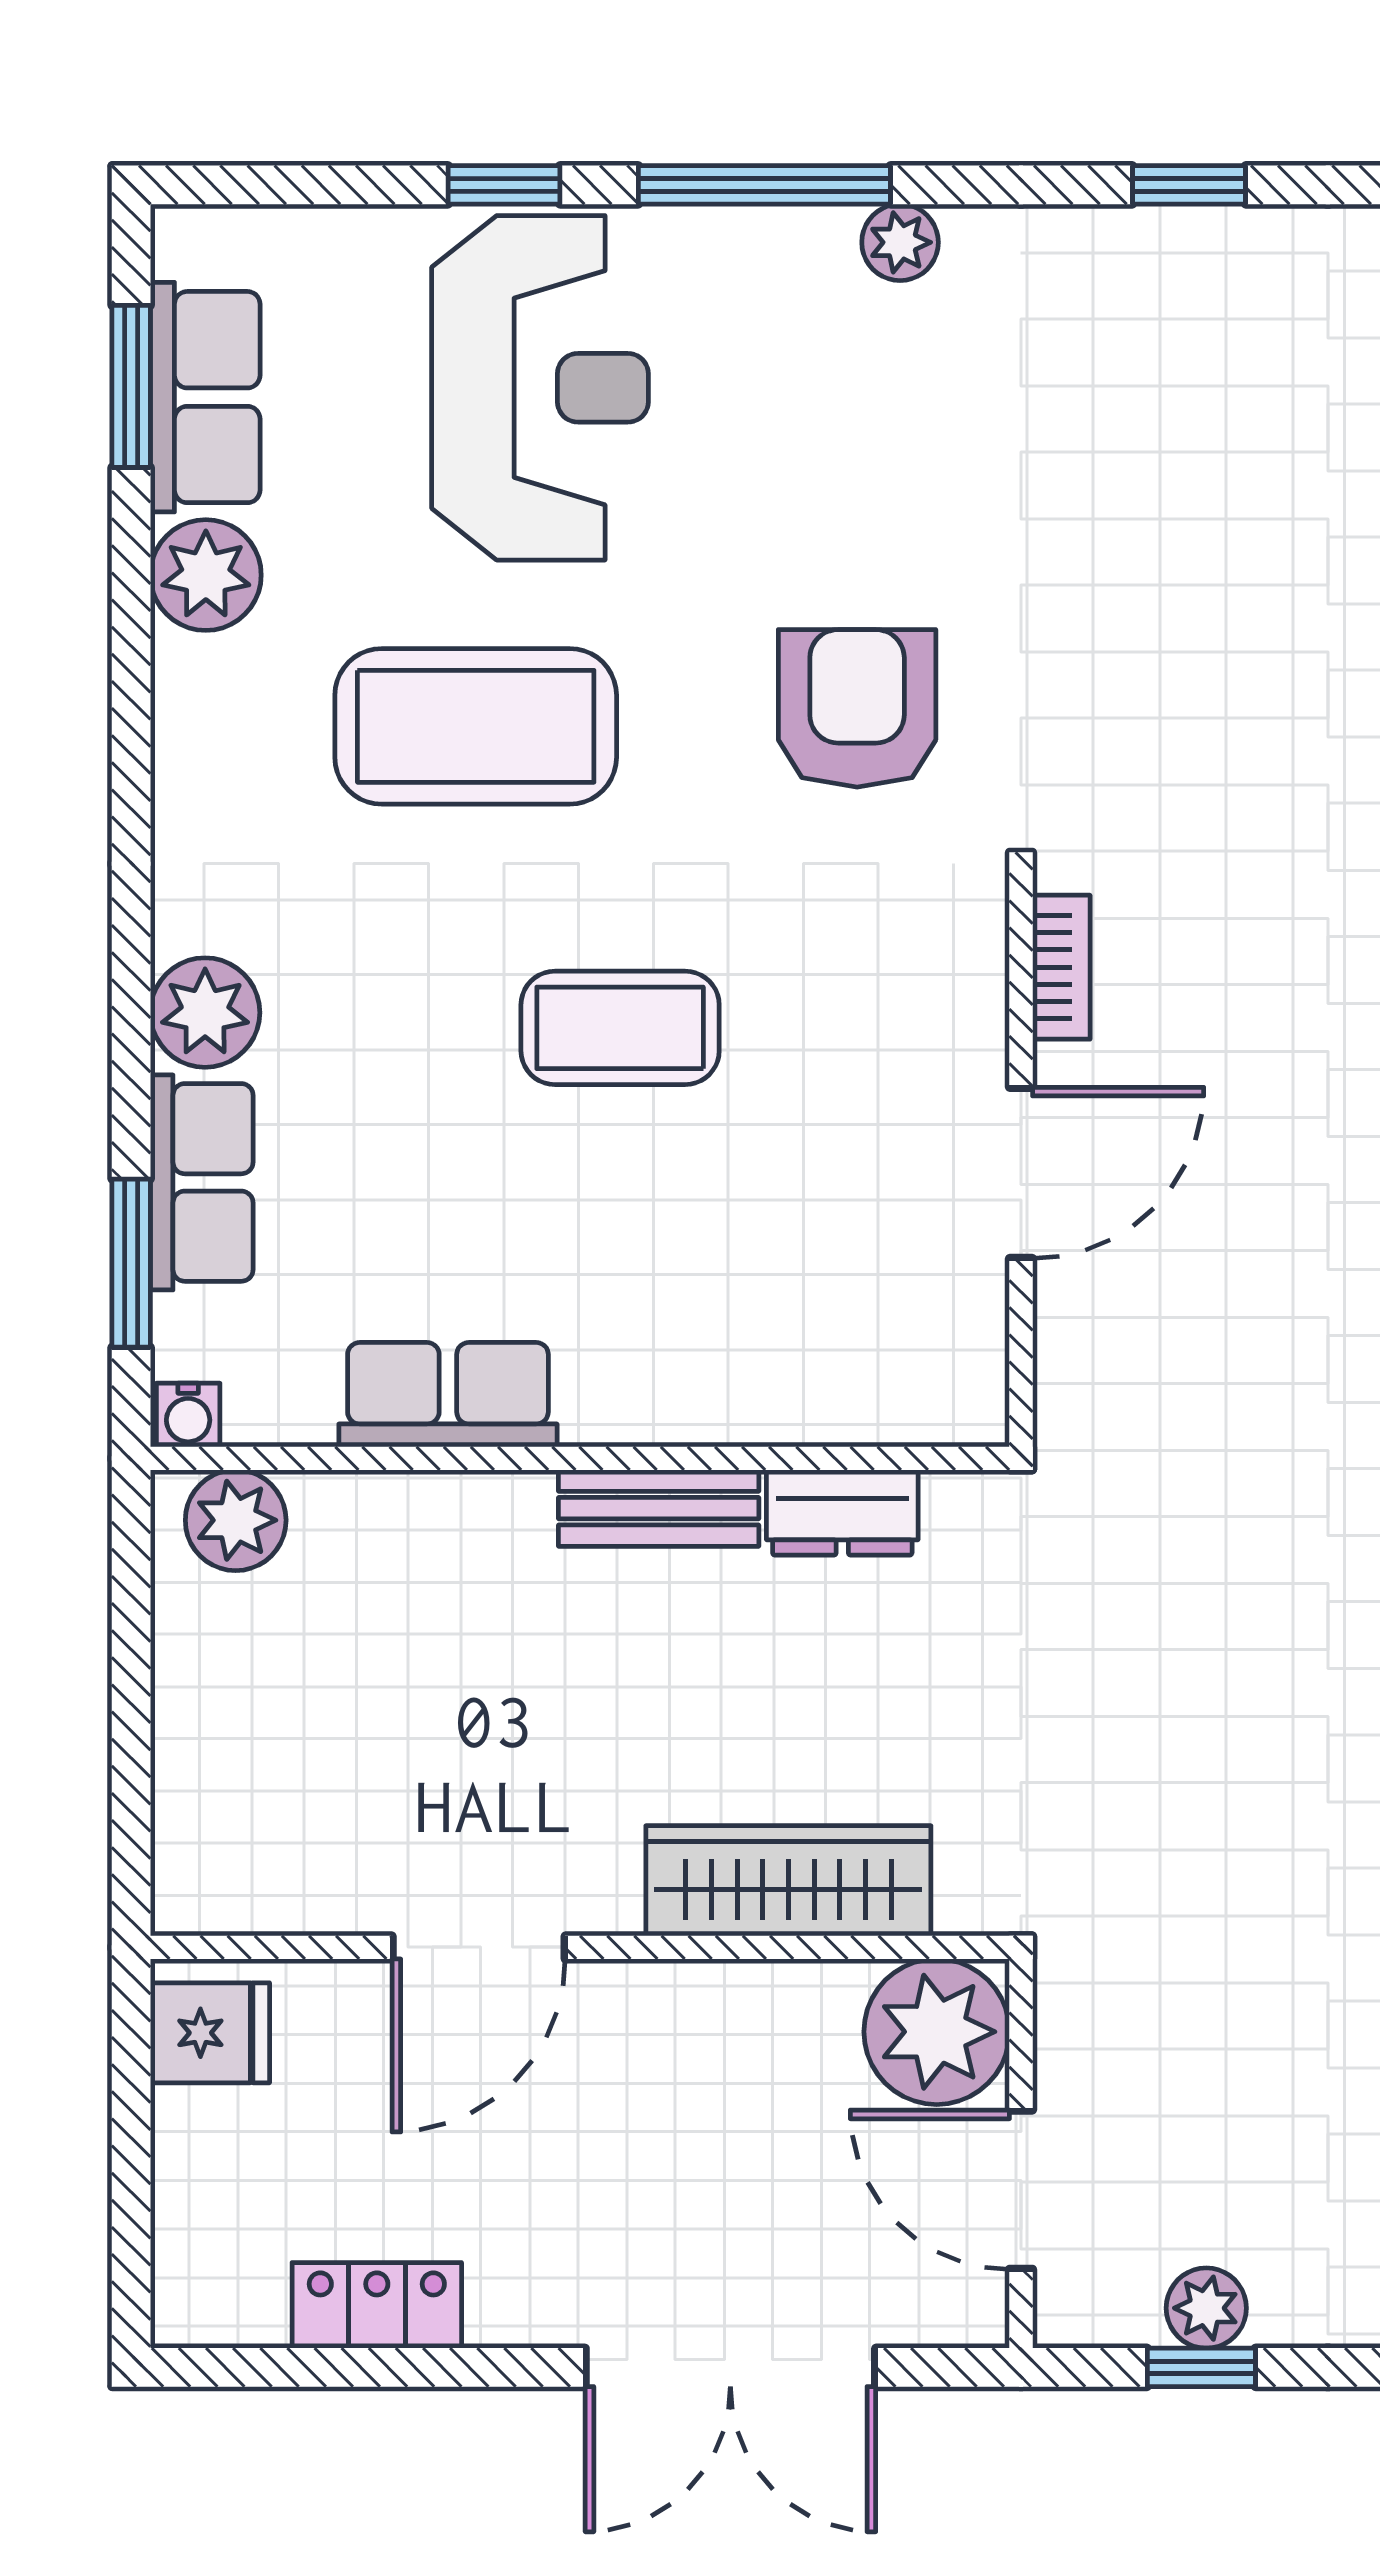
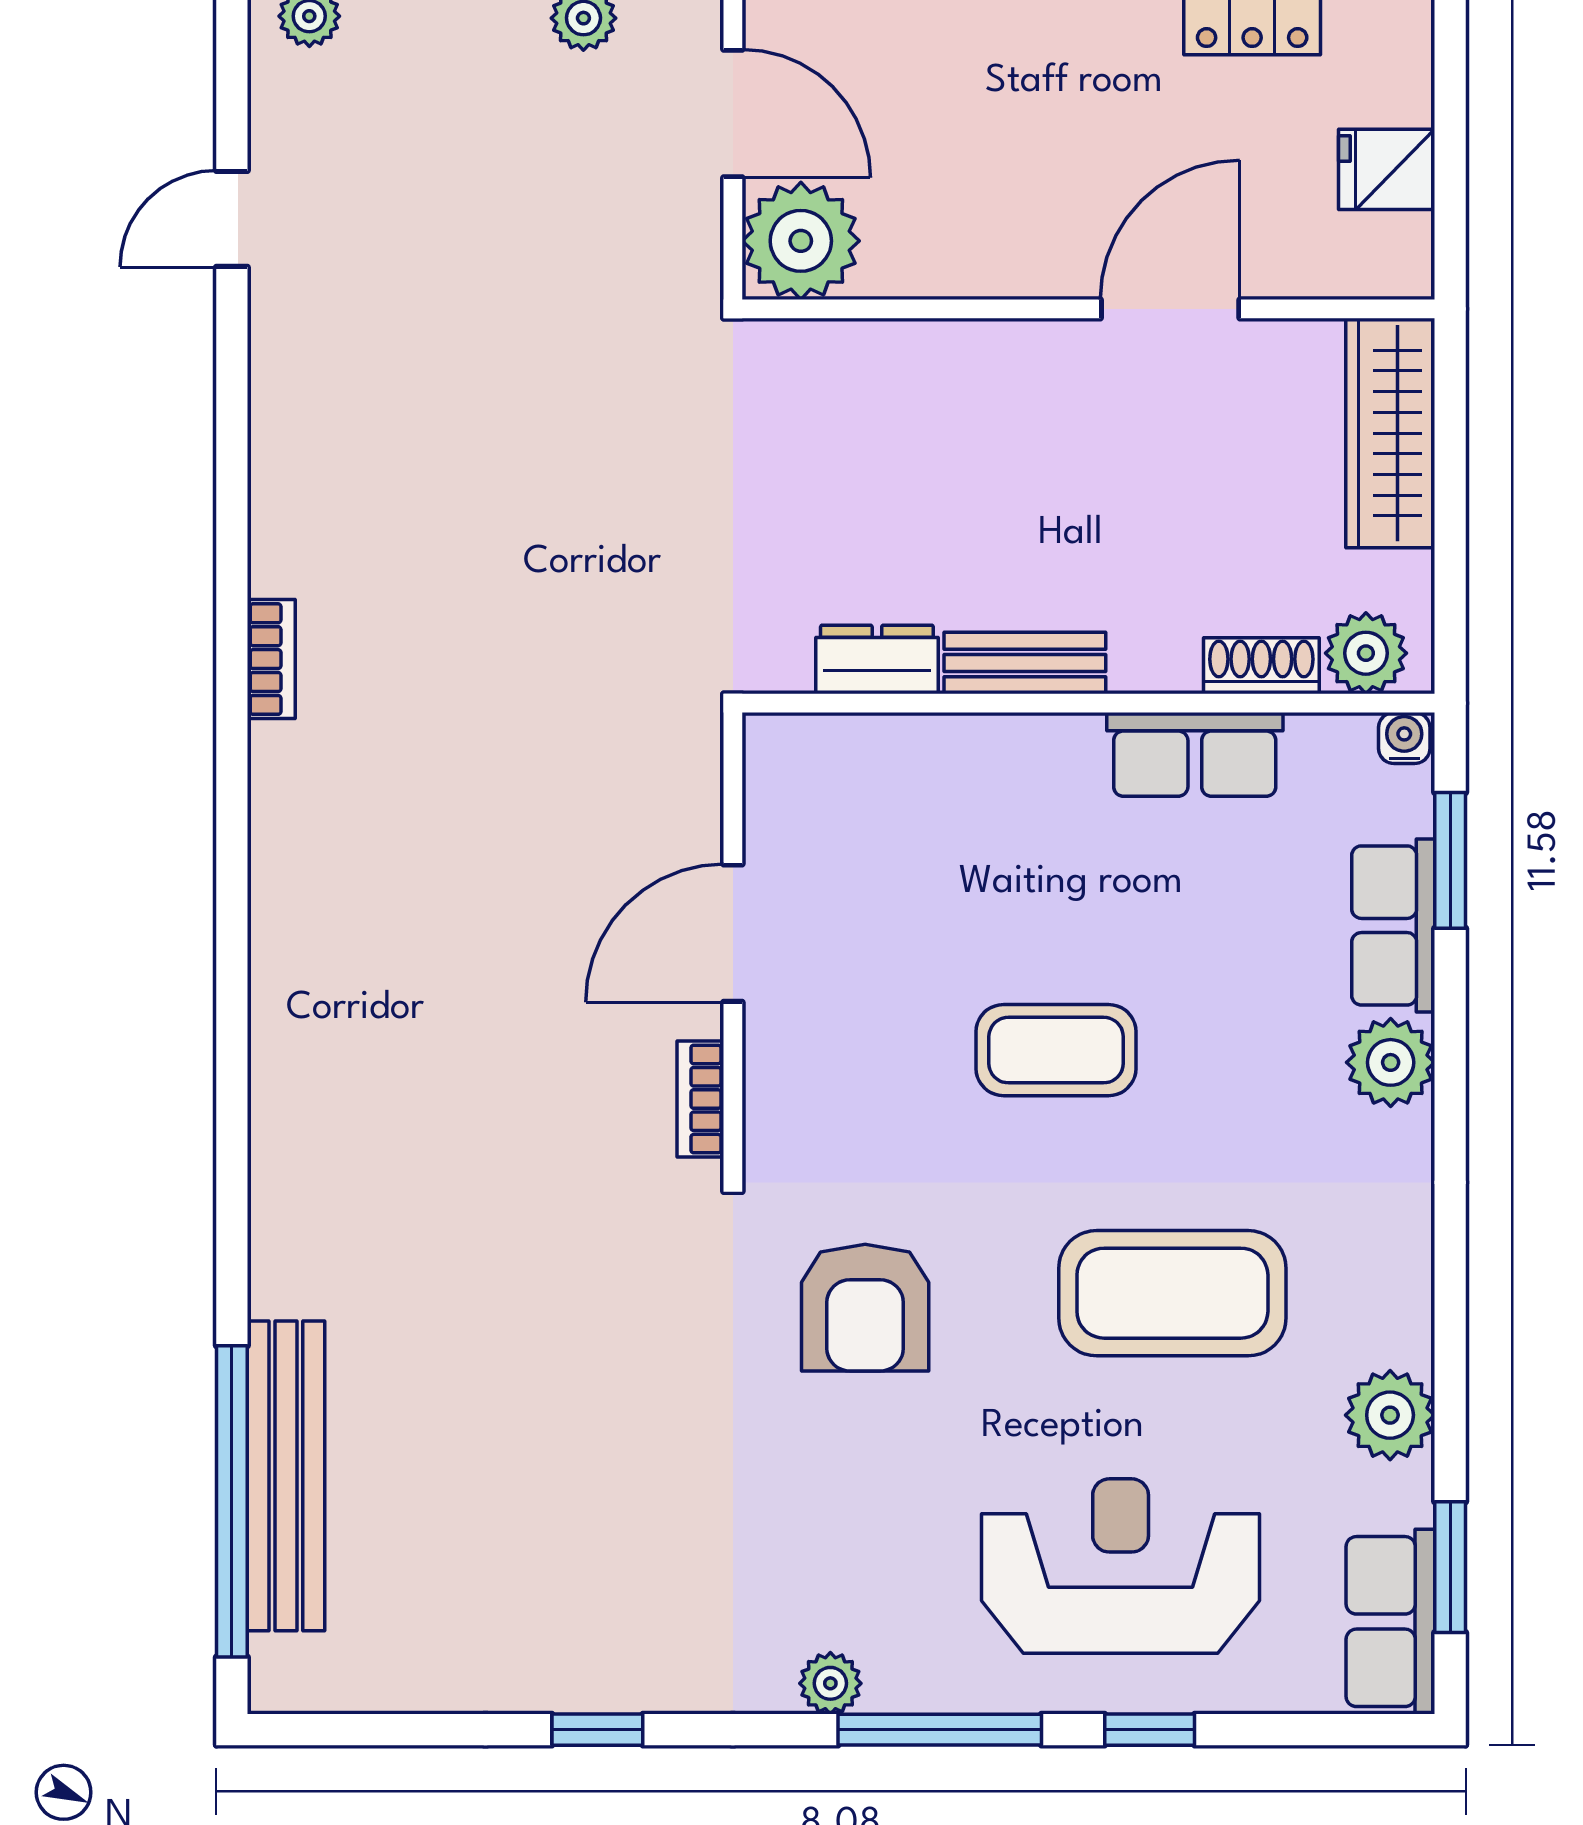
reception desk: (540, 388) -> (1121, 1566), turned 90
row of seats: (205, 397) -> (1390, 1622), moved
shoe rack: (365, 1505) -> (1261, 666), added
wardrobe: (788, 1881) -> (1390, 433), moved, turned 90
fridge: (210, 2033) -> (1387, 169), moved

